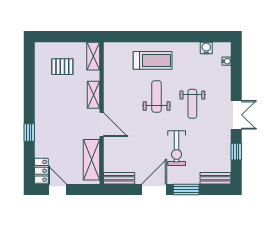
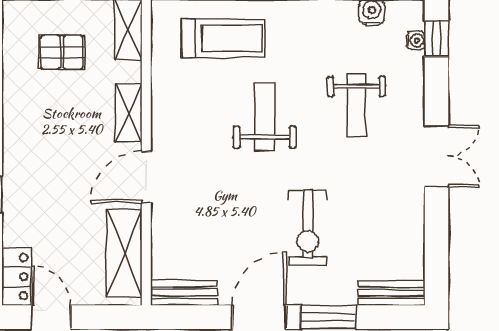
treadmill: (153, 60) -> (224, 38), moved
weight bench: (192, 104) -> (356, 105), moved
door: (102, 125) -> (146, 177), swing flipped
window: (236, 152) -> (437, 38), moved

